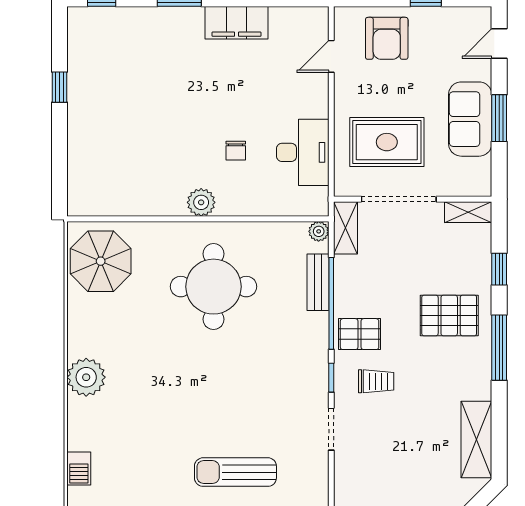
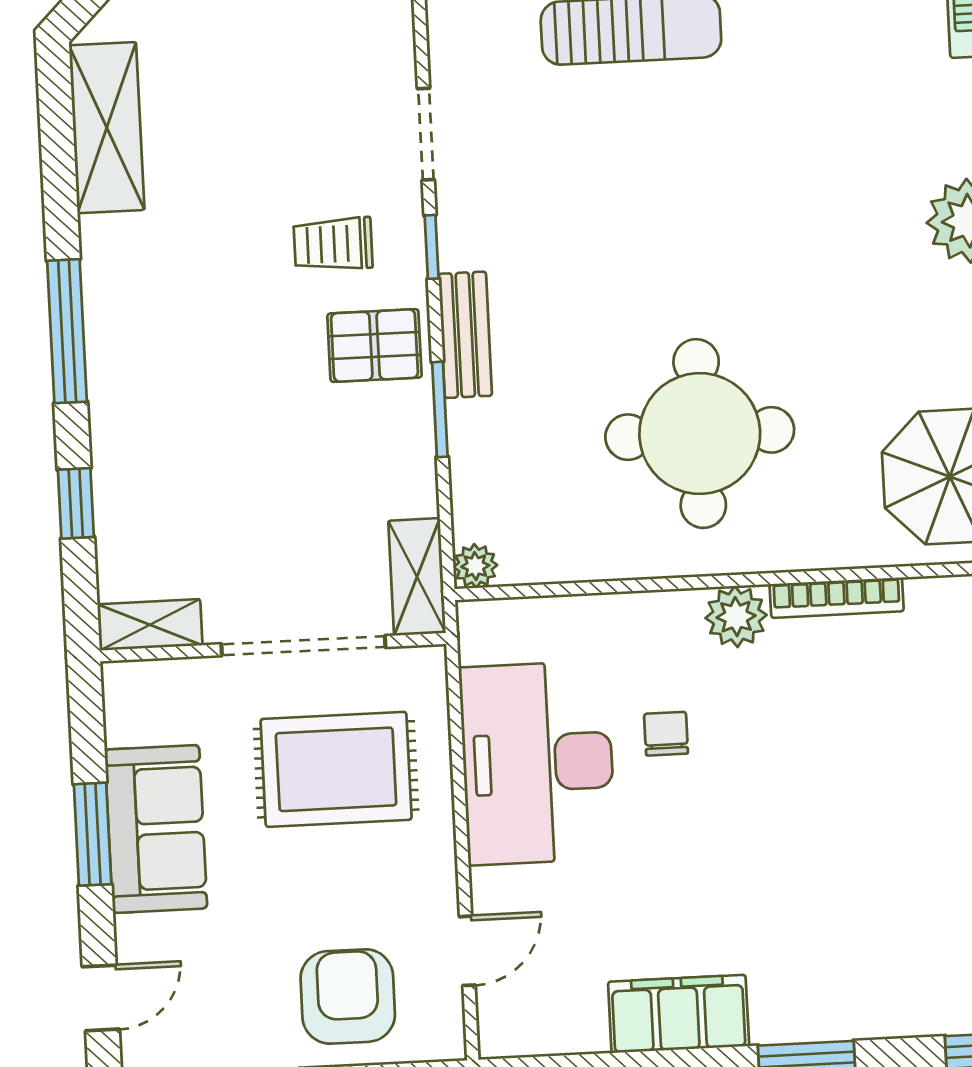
desk: (303, 152) -> (538, 763), width x1.36, depth x1.30
bookcase: (155, 209) -> (837, 598), added
bench: (318, 282) -> (465, 335), moved
window: (331, 303) -> (440, 409), width x0.47
pallet: (449, 315) -> (180, 396), removed

